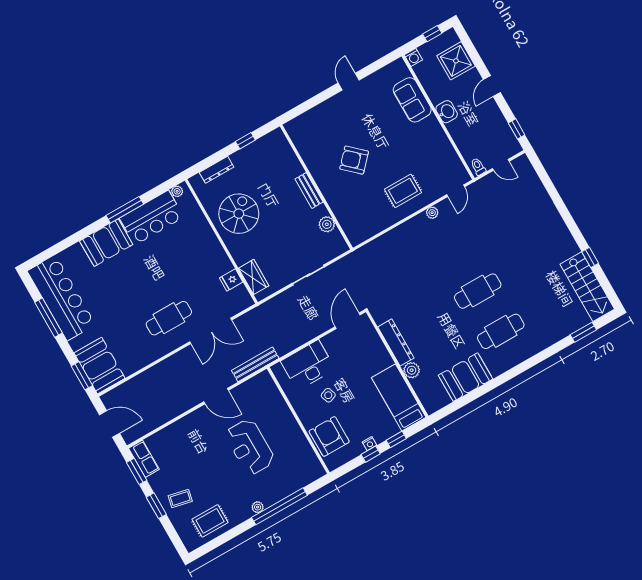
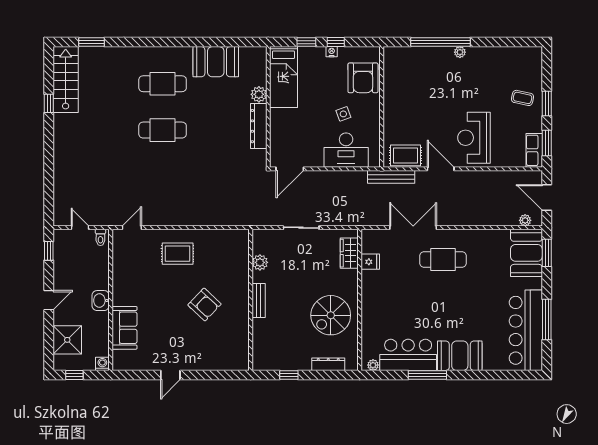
plant: (432, 213) -> (525, 220), moved
reception desk: (250, 447) -> (474, 138), moved, turned 180
rug: (210, 521) -> (406, 155), moved

